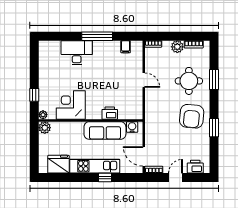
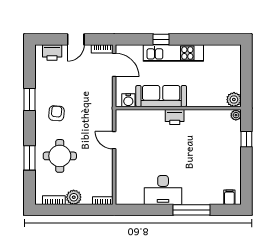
window: (97, 36) -> (191, 210), moved
filing cabinet: (126, 47) -> (229, 197), moved
desk: (77, 53) -> (163, 190), moved
door: (144, 80) -> (114, 140), moved
corner desk: (71, 105) -> (202, 127), removed
printer: (110, 113) -> (175, 117), moved
armchair: (192, 116) -> (56, 113), width x0.53, depth x0.53
fridge: (58, 164) -> (217, 55), removed

